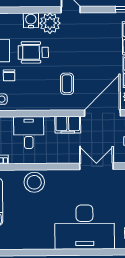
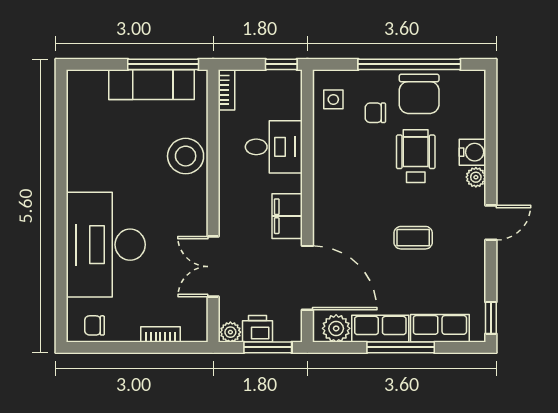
plant: (50, 23) -> (476, 177), width x0.53, depth x0.53
coffee table: (67, 84) -> (413, 238), moved
double door: (96, 166) -> (213, 267), swing flipped

